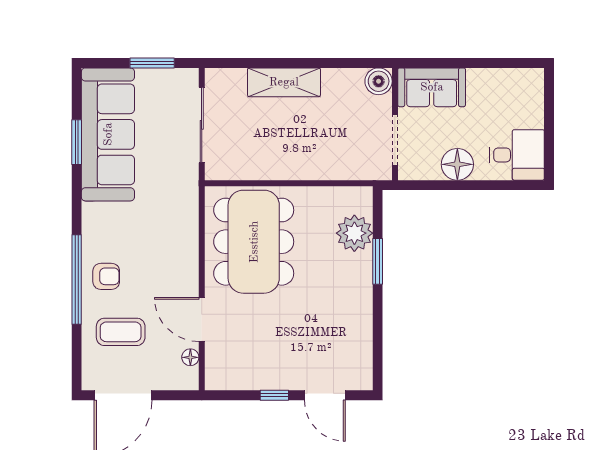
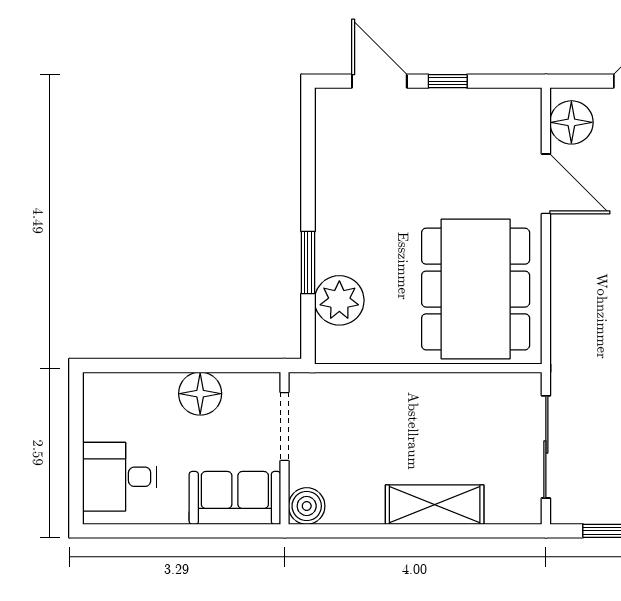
desk: (517, 155) -> (120, 477), moved
floor lamp: (190, 357) -> (571, 122), width x1.89, depth x1.89

